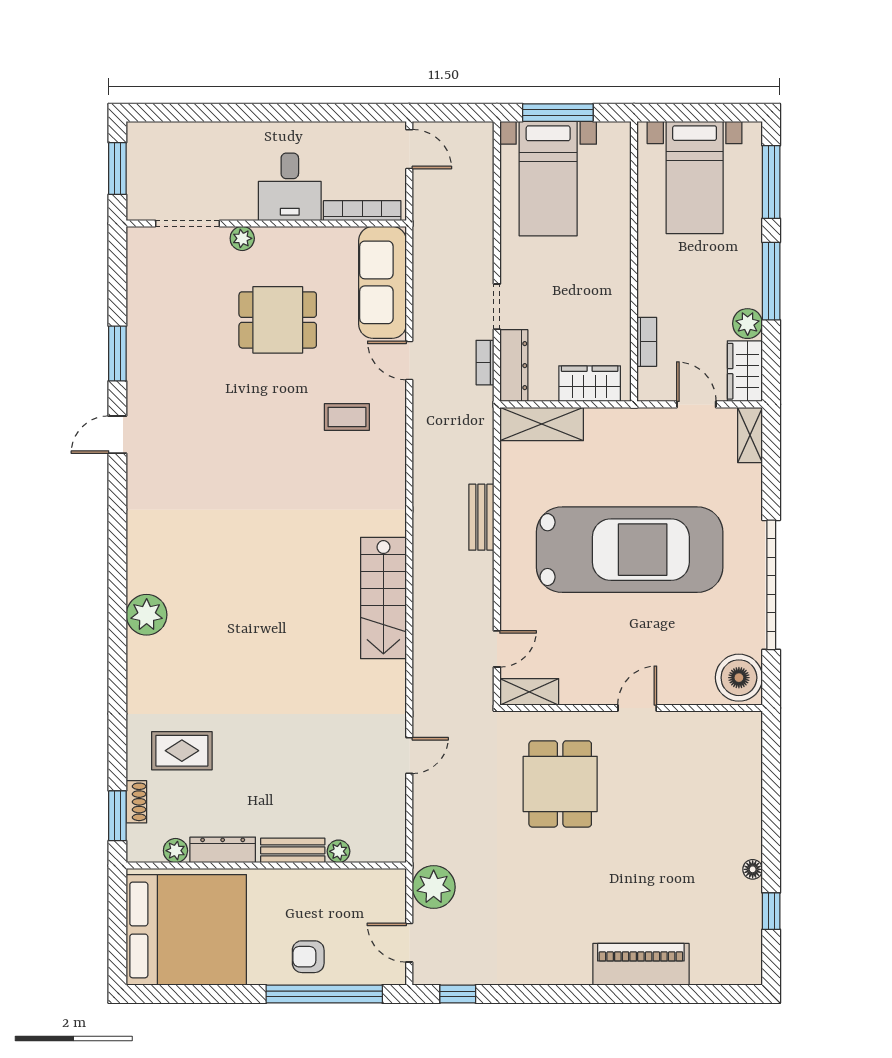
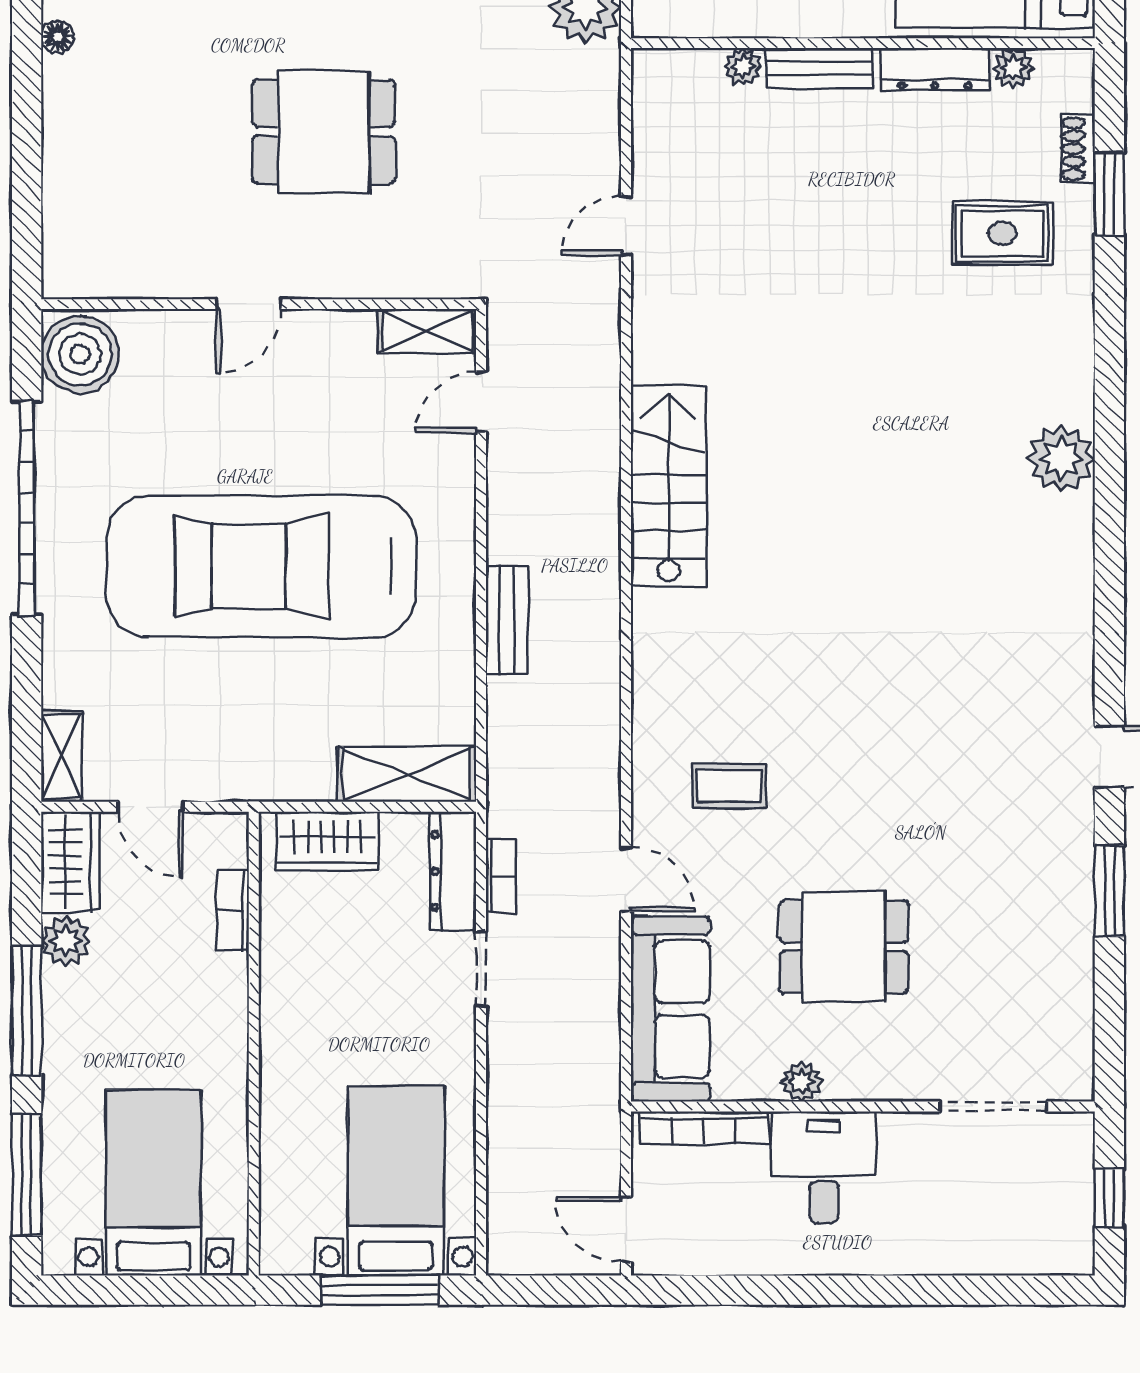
window: (117, 169) -> (1109, 1197), width x0.67
plant: (242, 238) -> (802, 1082), moved
dining table: (560, 784) -> (324, 132), moved, turned 90
window: (117, 816) -> (1109, 194), moved

